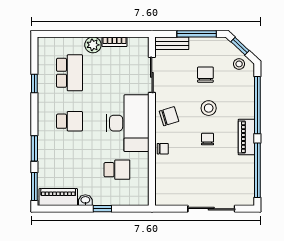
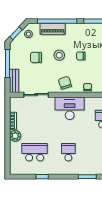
desk: (128, 123) -> (70, 108), width x0.73, depth x0.77
piano: (246, 137) -> (53, 29), moved

